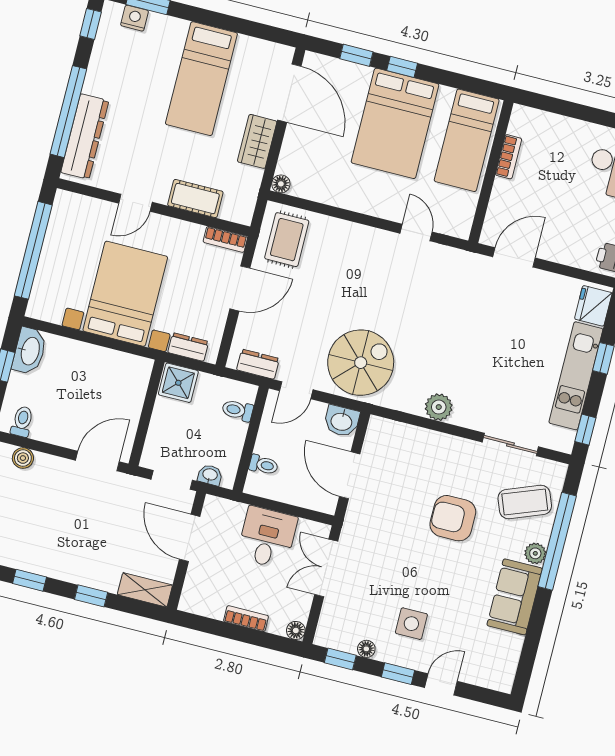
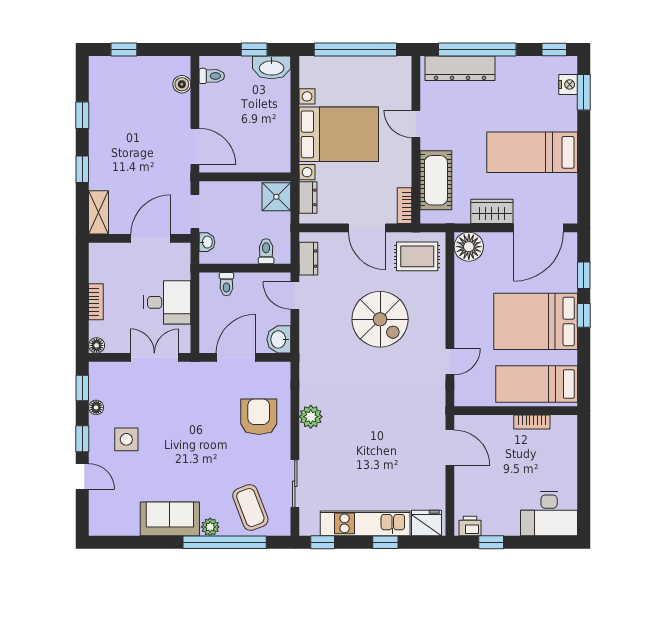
floor lamp: (281, 184) -> (469, 247), width x1.89, depth x1.89
cot: (195, 199) -> (436, 180), width x1.37, depth x1.34
spiral stairs: (361, 363) -> (380, 319), moved
armchair: (453, 518) -> (259, 417), moved

